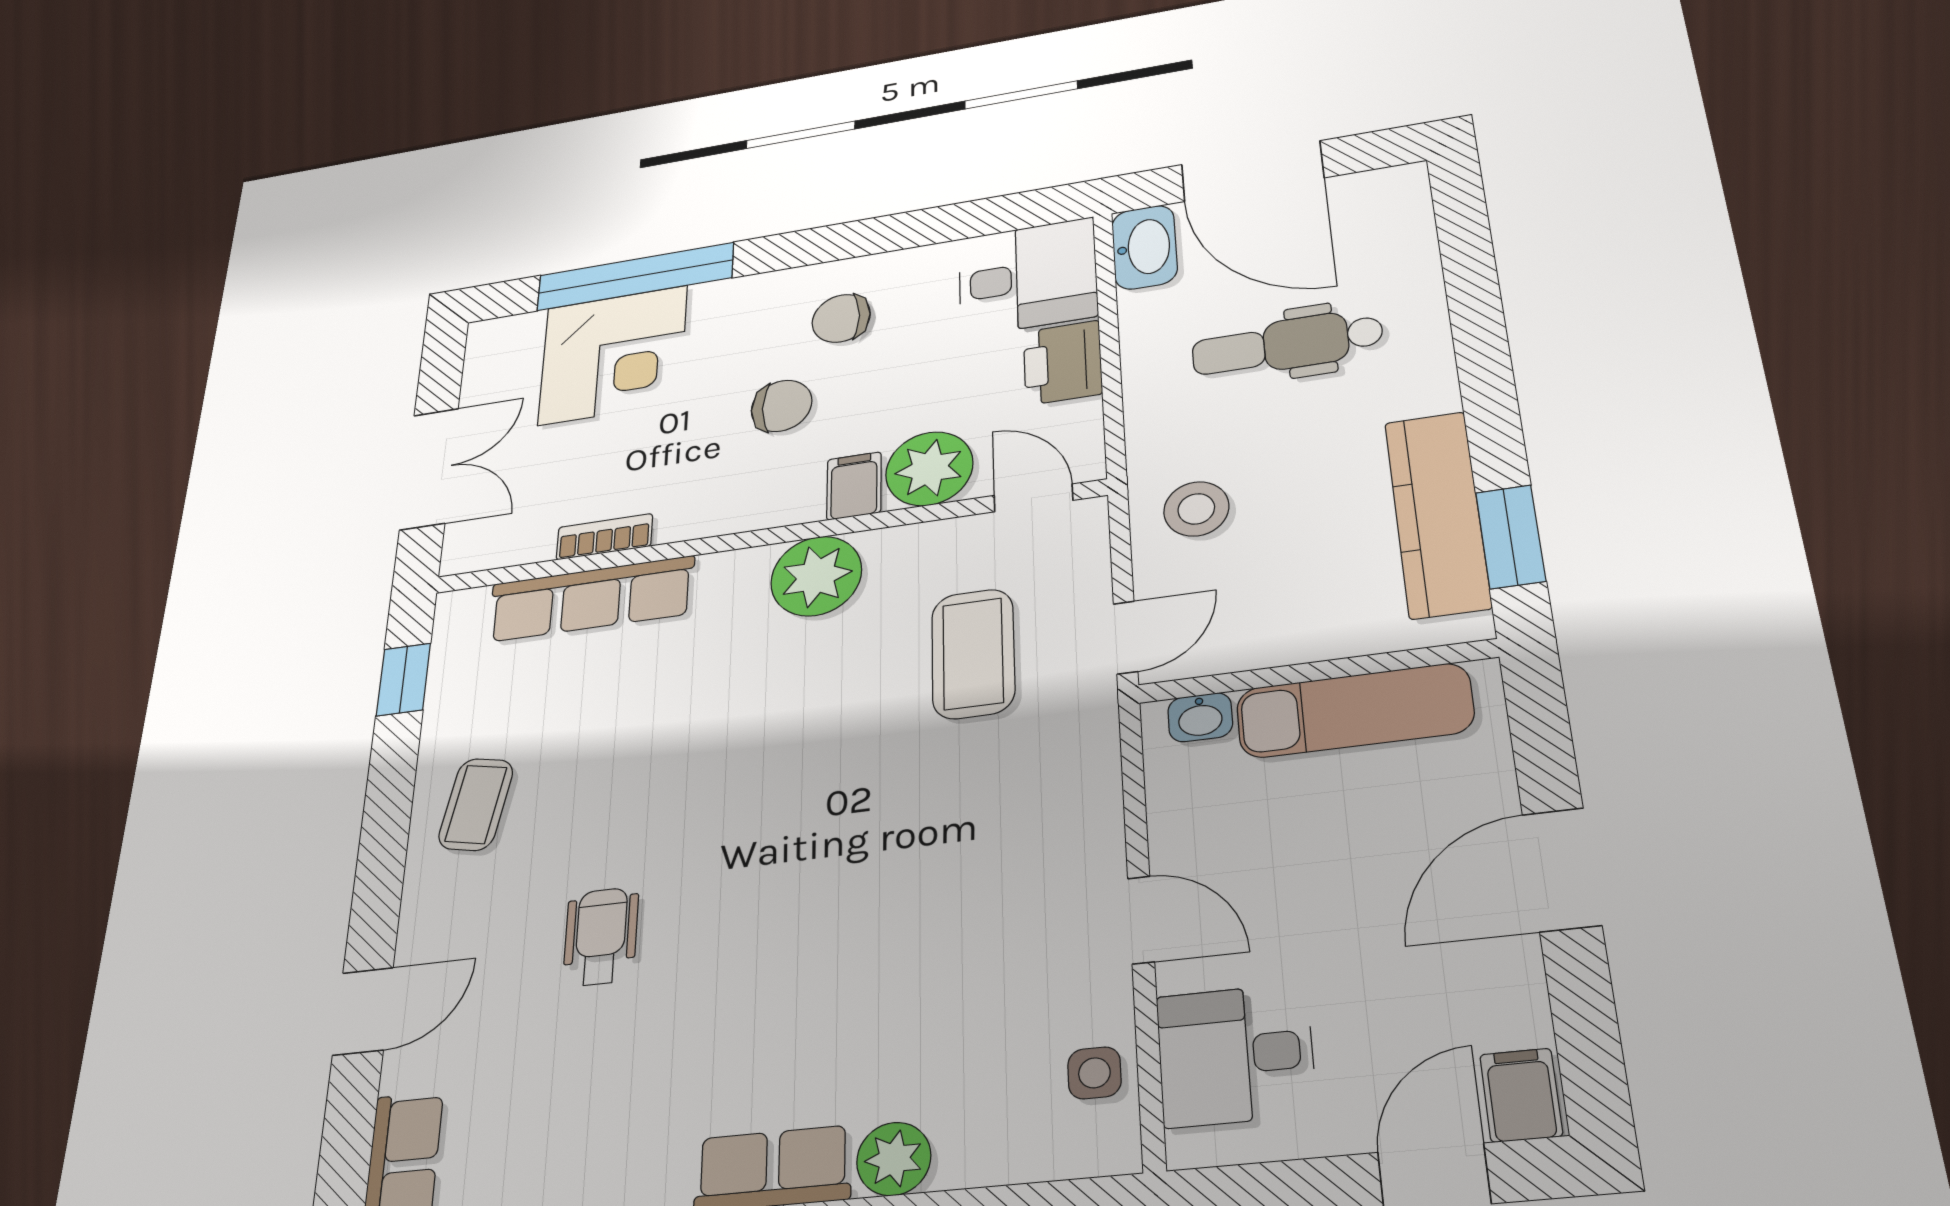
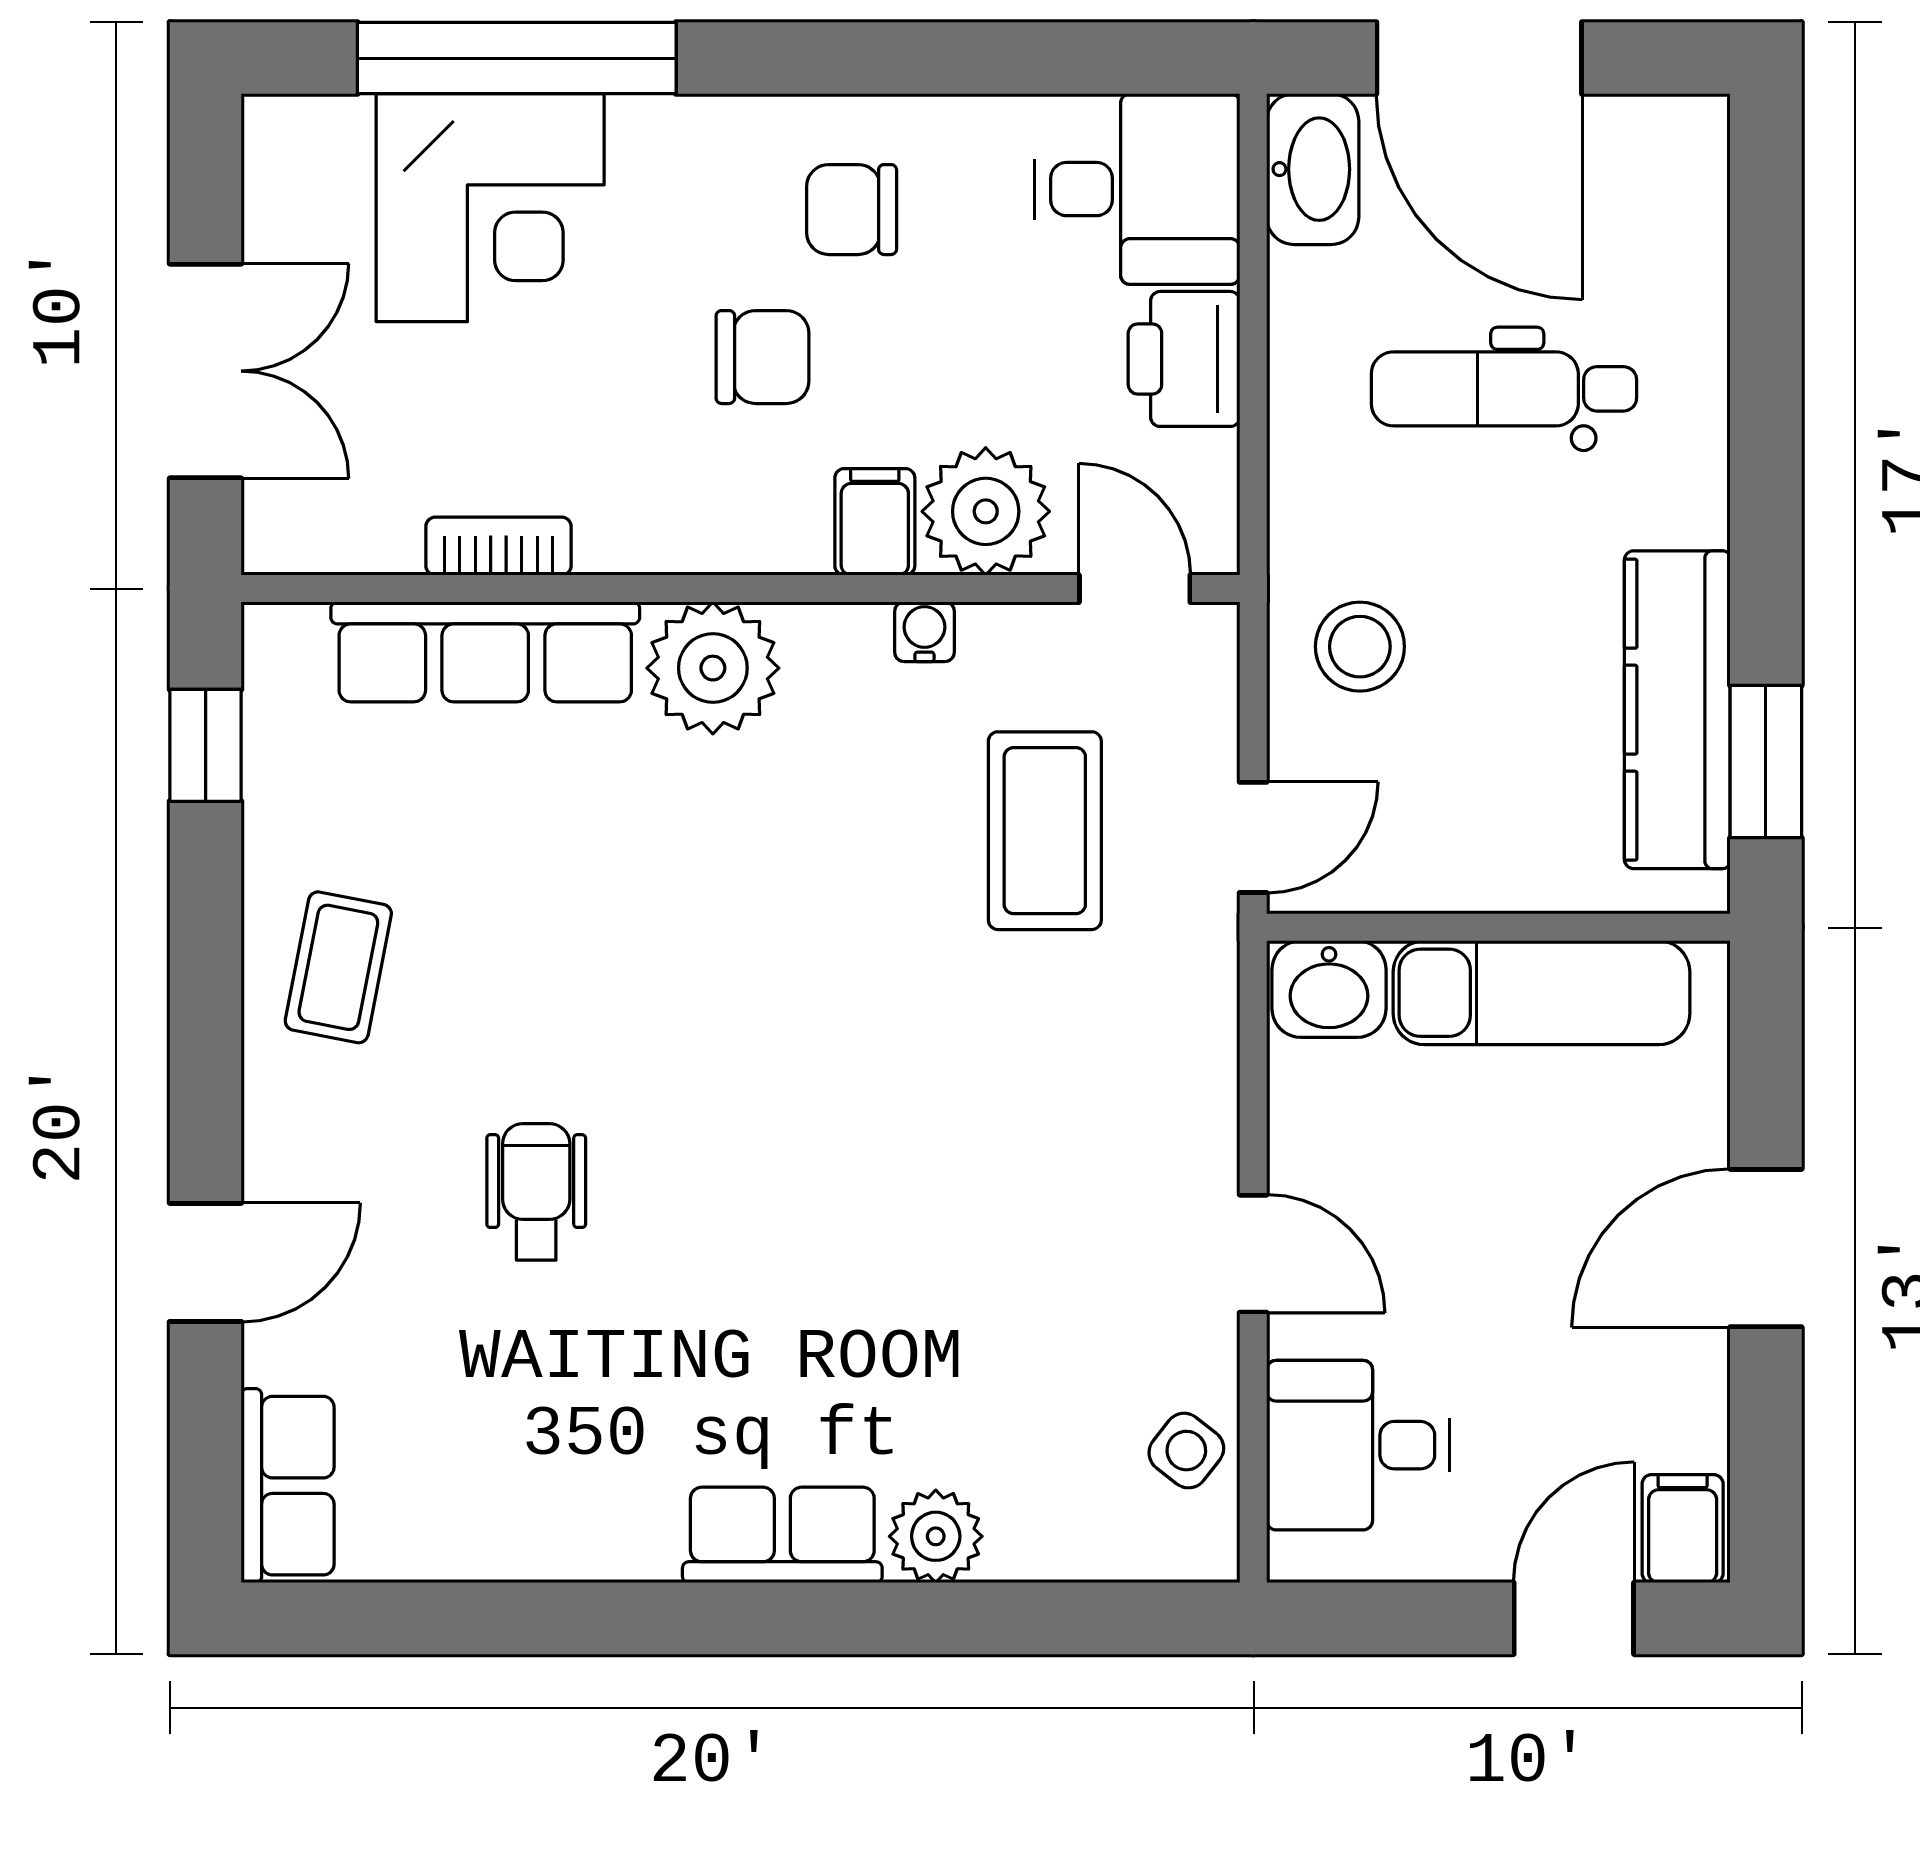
water cooler: (887, 544) -> (924, 632), added
plant: (816, 576) -> (713, 668), moved
washbasin: (1200, 717) -> (1329, 989), width x1.38, depth x1.45
side table: (1094, 1073) -> (1186, 1451), turned 38

